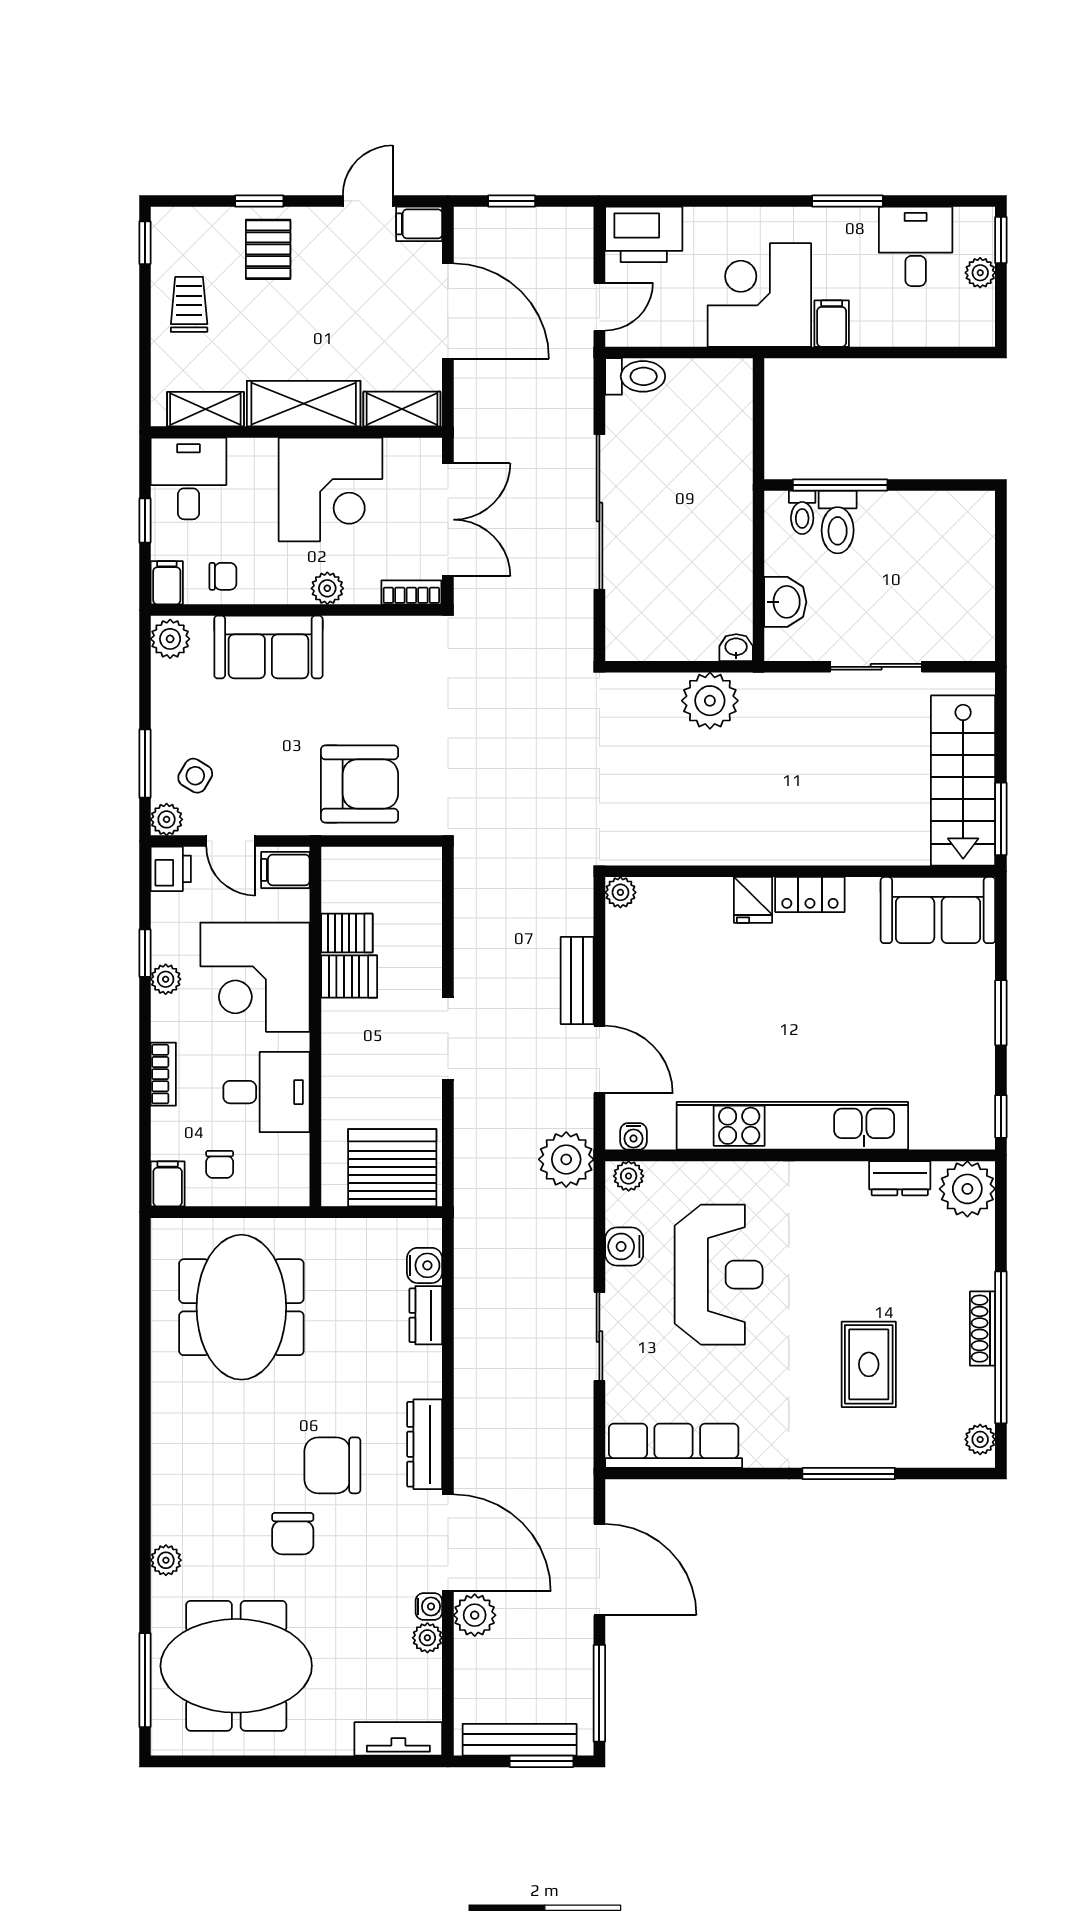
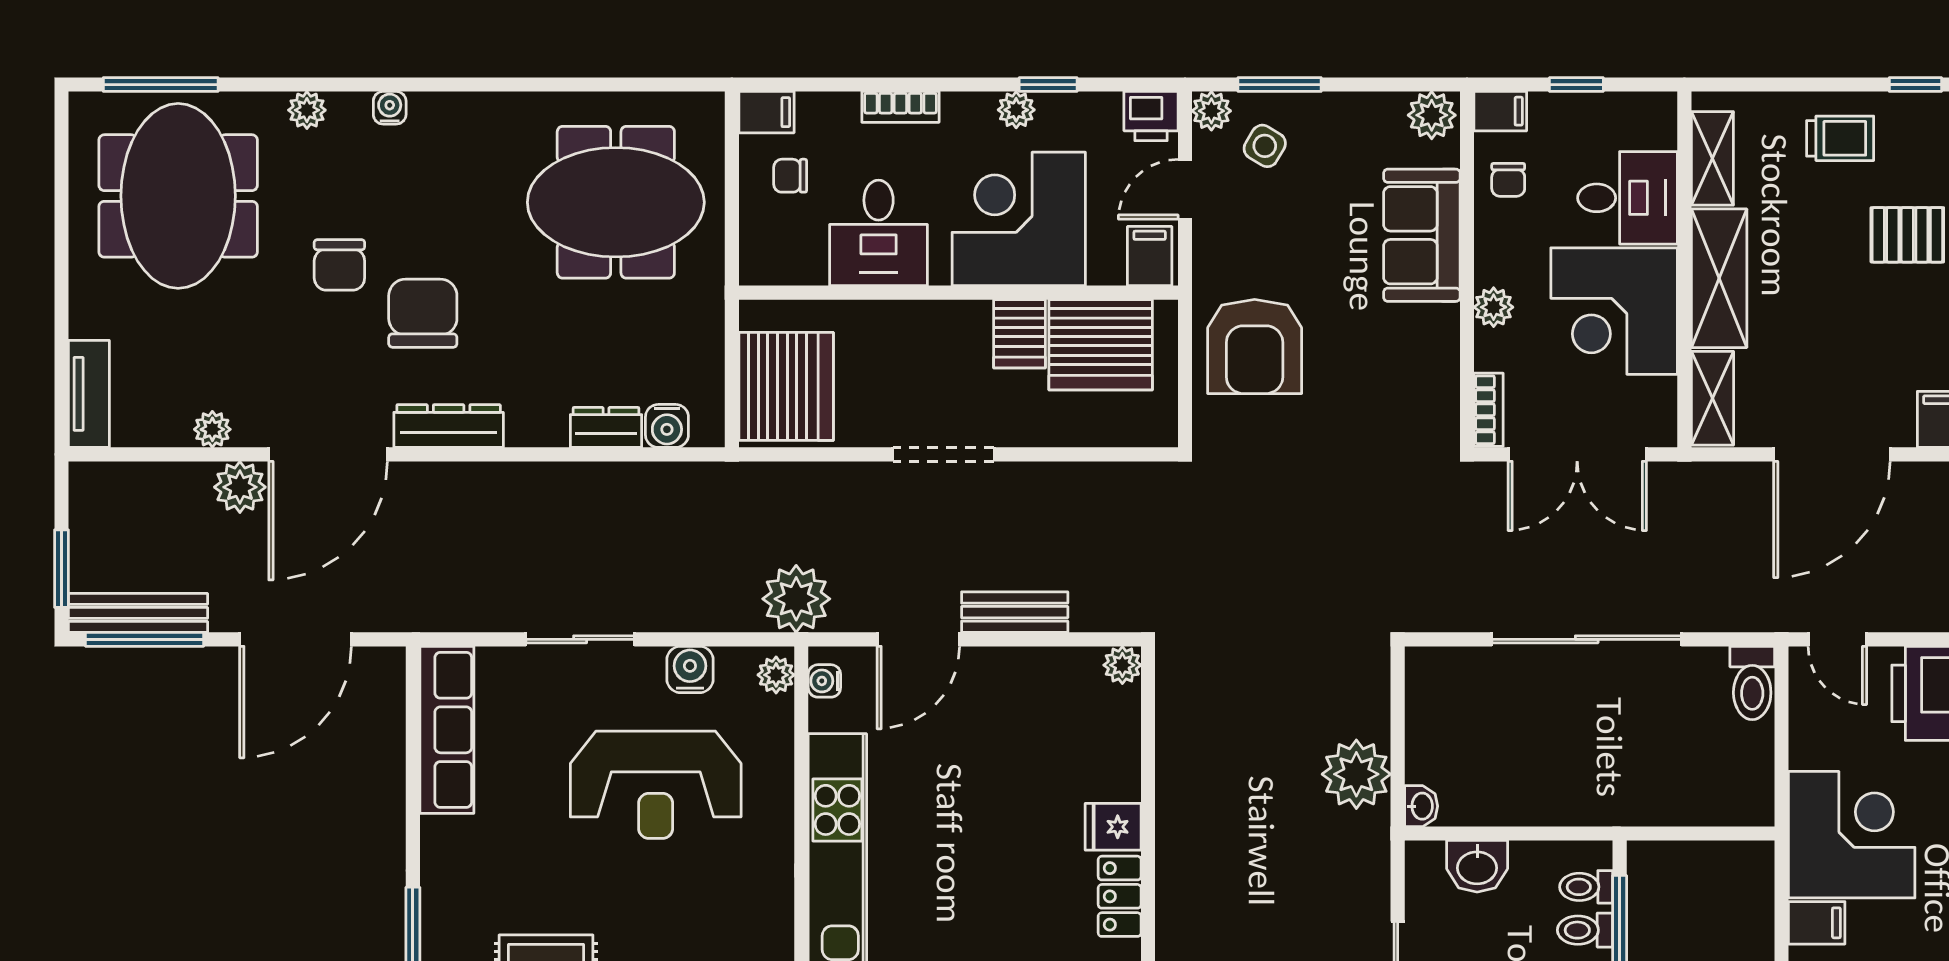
desk: (188, 478) -> (1628, 198), moved
toilet: (838, 522) -> (1585, 930), width x0.73, depth x0.72
server rack: (347, 933) -> (1101, 345), width x2.18, depth x1.44
chair: (293, 1534) -> (339, 265), turned -90
water cooler: (429, 1606) -> (390, 108), moved, turned 180
bench: (520, 1740) -> (138, 613), moved, turned 90

